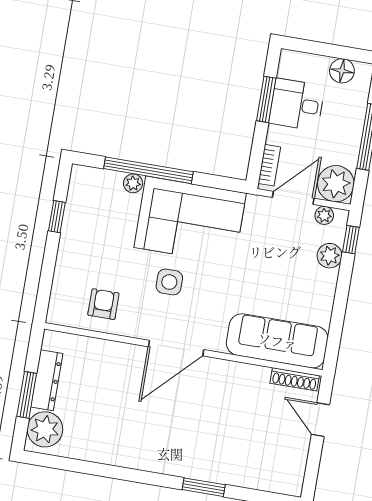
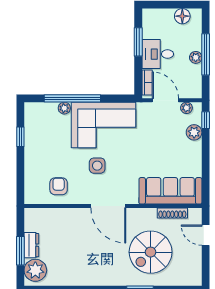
desk: (297, 105) -> (158, 54), moved
plant: (336, 184) -> (196, 57), moved, width x0.53, depth x0.53
door: (293, 198) -> (165, 100), hinge flipped
door: (176, 348) -> (108, 206), hinge flipped
shoe rack: (295, 379) -> (172, 213), moved
dresser: (47, 380) -> (31, 245), width x0.70
spiral stairs: (230, 431) -> (151, 252), added

